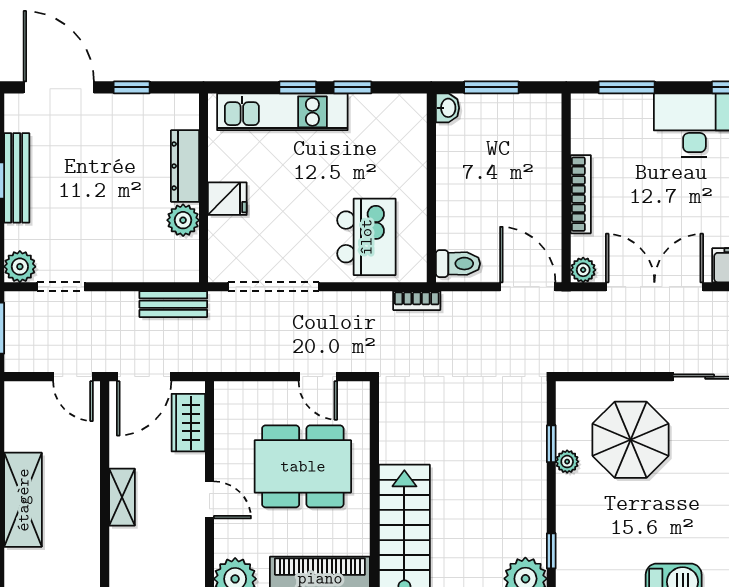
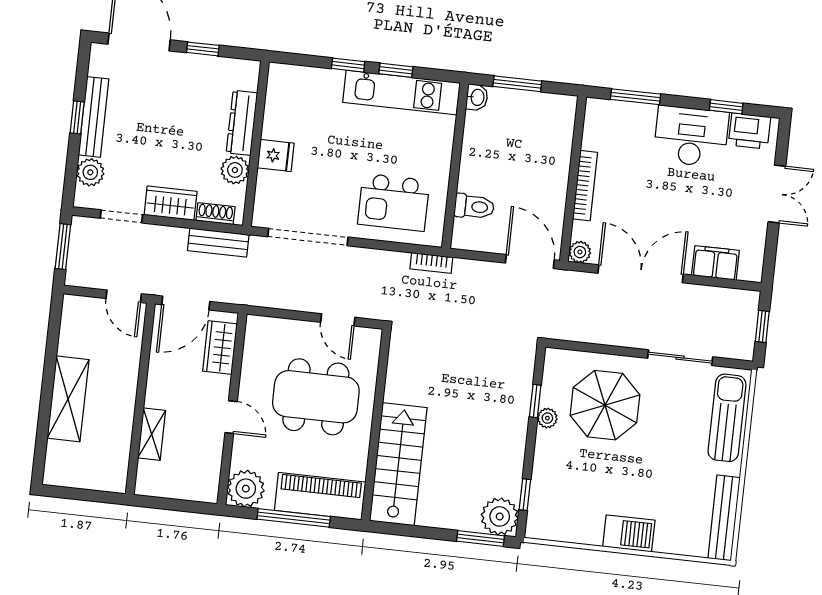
kitchen unit: (282, 112) -> (401, 92), moved
kitchen island: (366, 237) -> (394, 202), turned 90
toilet: (458, 264) -> (474, 207), moved
wardrobe: (114, 266) -> (171, 203), added
plant: (20, 267) -> (90, 172), moved
shoe rack: (167, 272) -> (216, 214), added
shelving: (122, 497) -> (152, 434), moved

